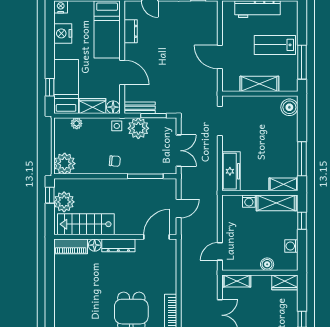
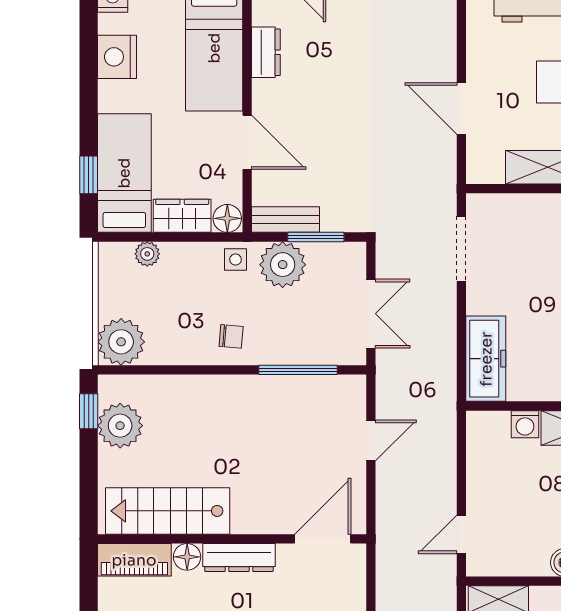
stairs: (86, 224) -> (168, 511), moved
wall: (115, 237) -> (232, 539), moved
door: (157, 237) -> (323, 539), moved
floor lamp: (95, 245) -> (187, 557), moved
dresser: (118, 245) -> (239, 557), moved
piano: (71, 246) -> (134, 560), moved

